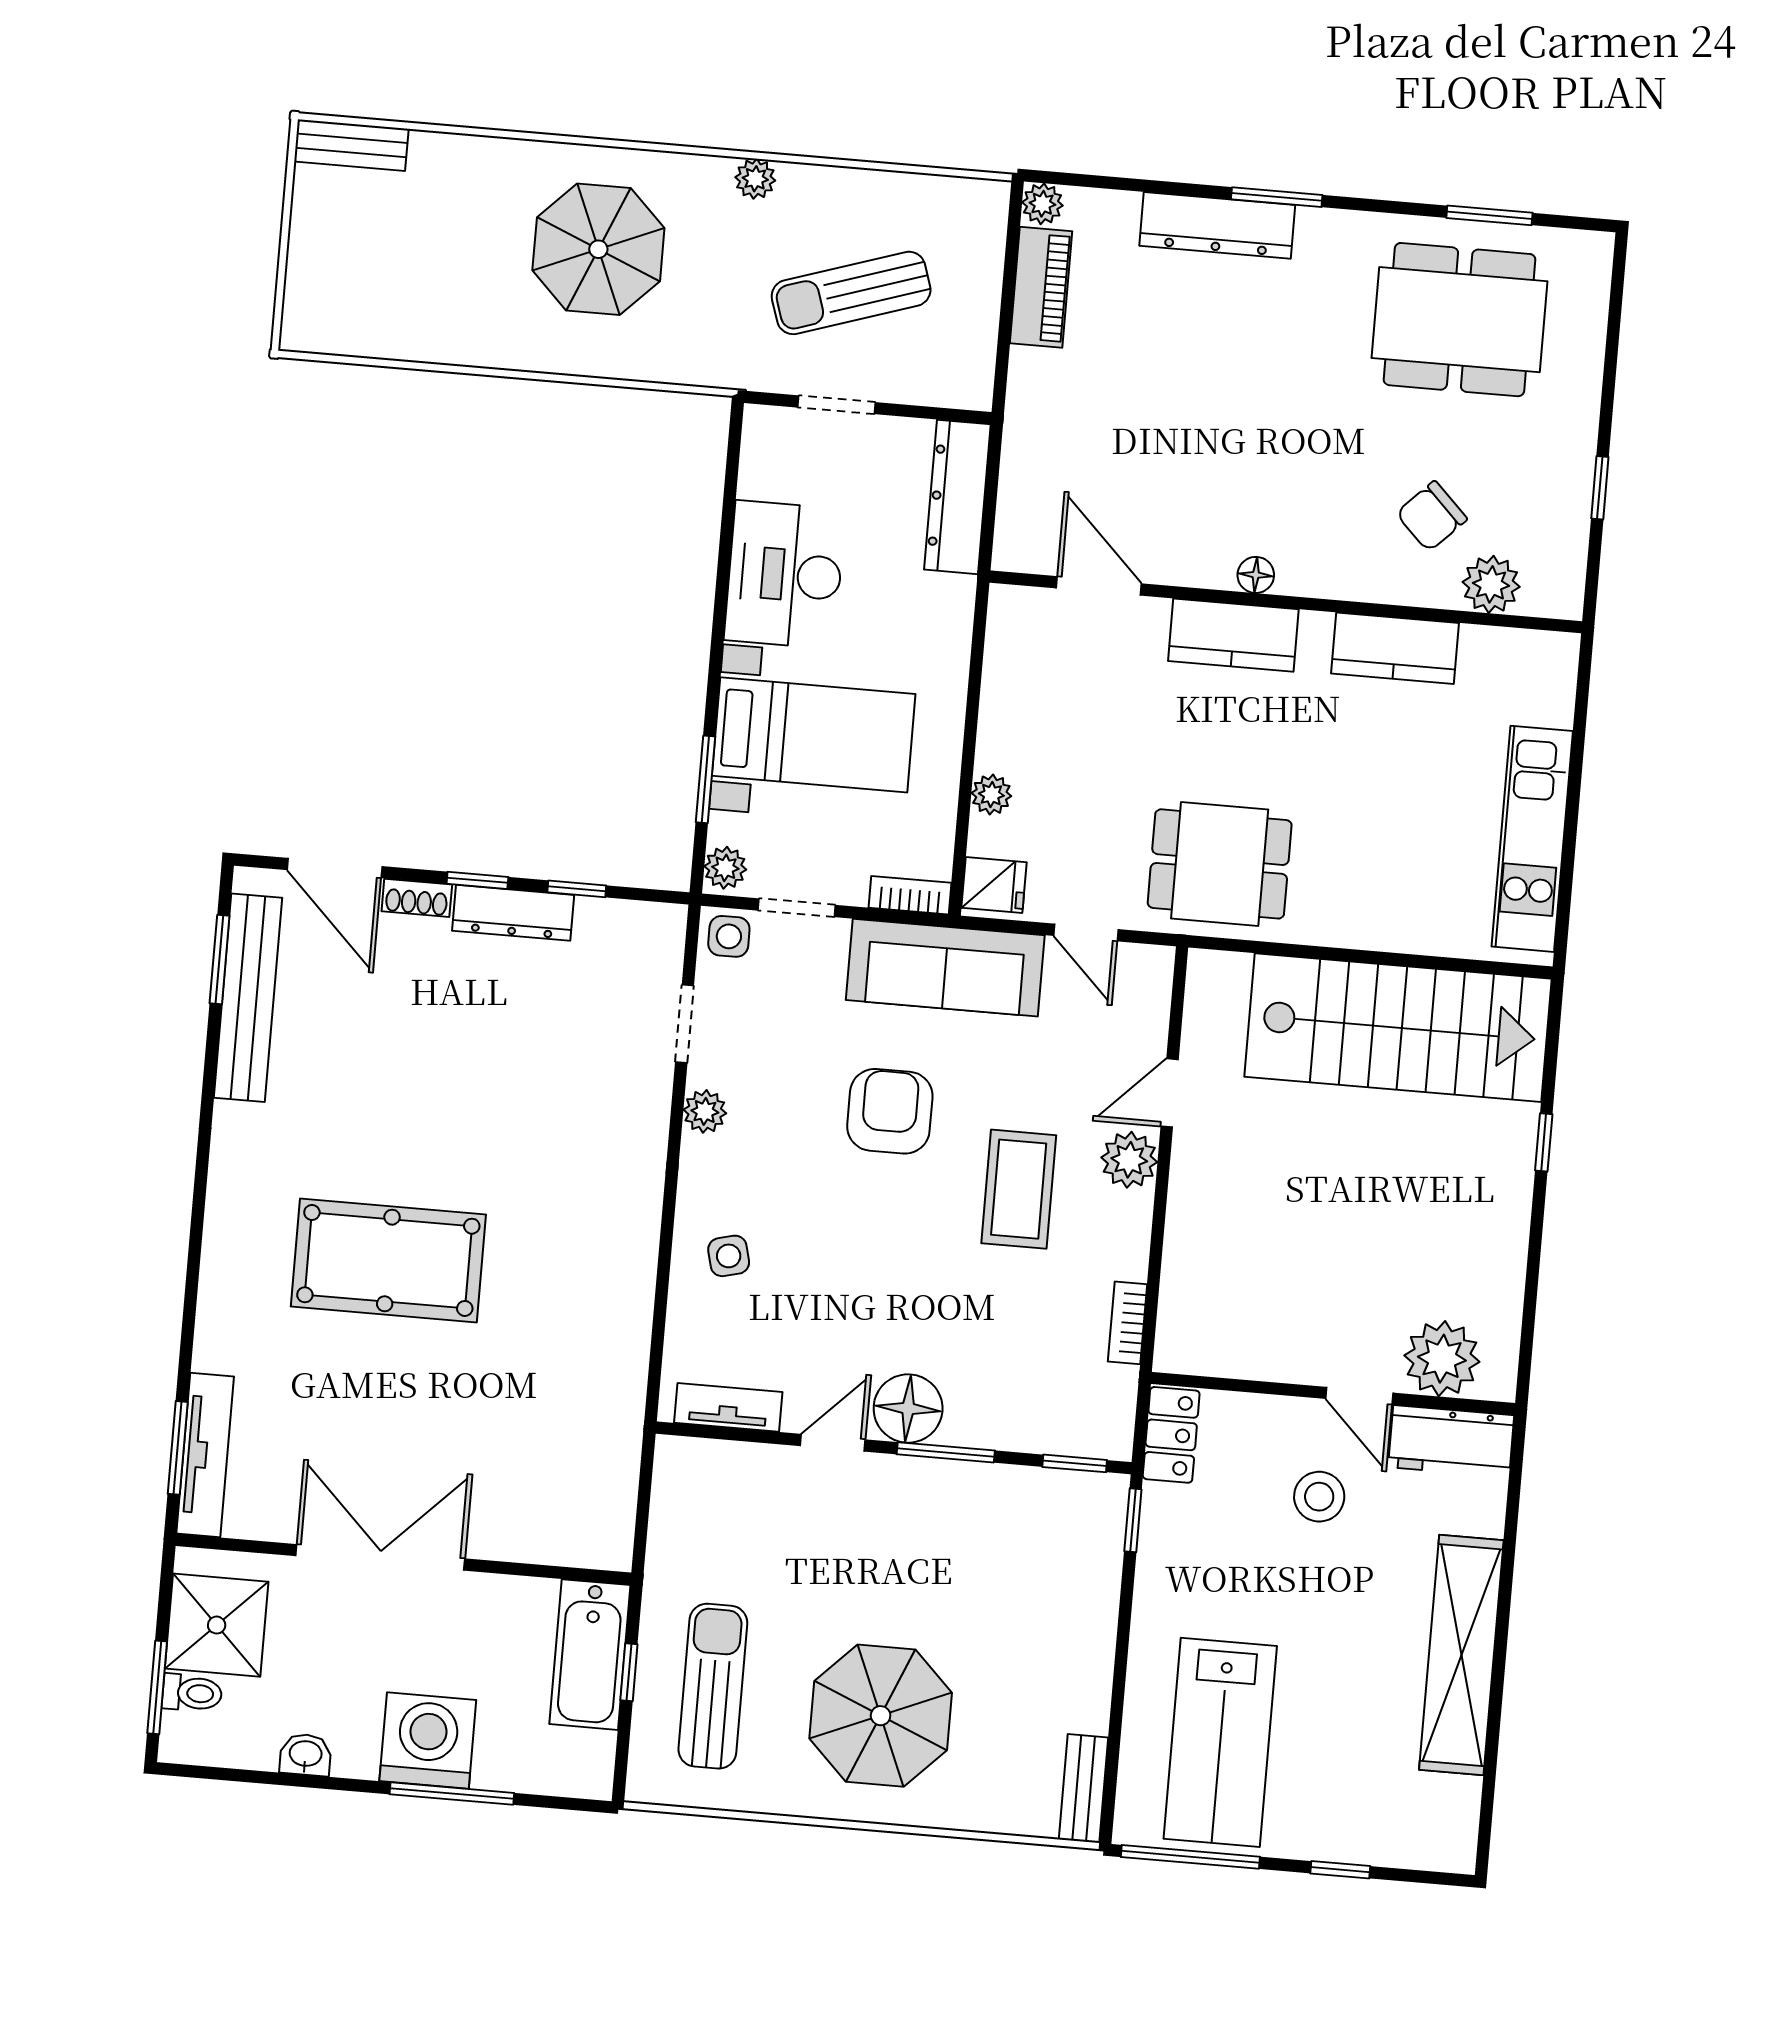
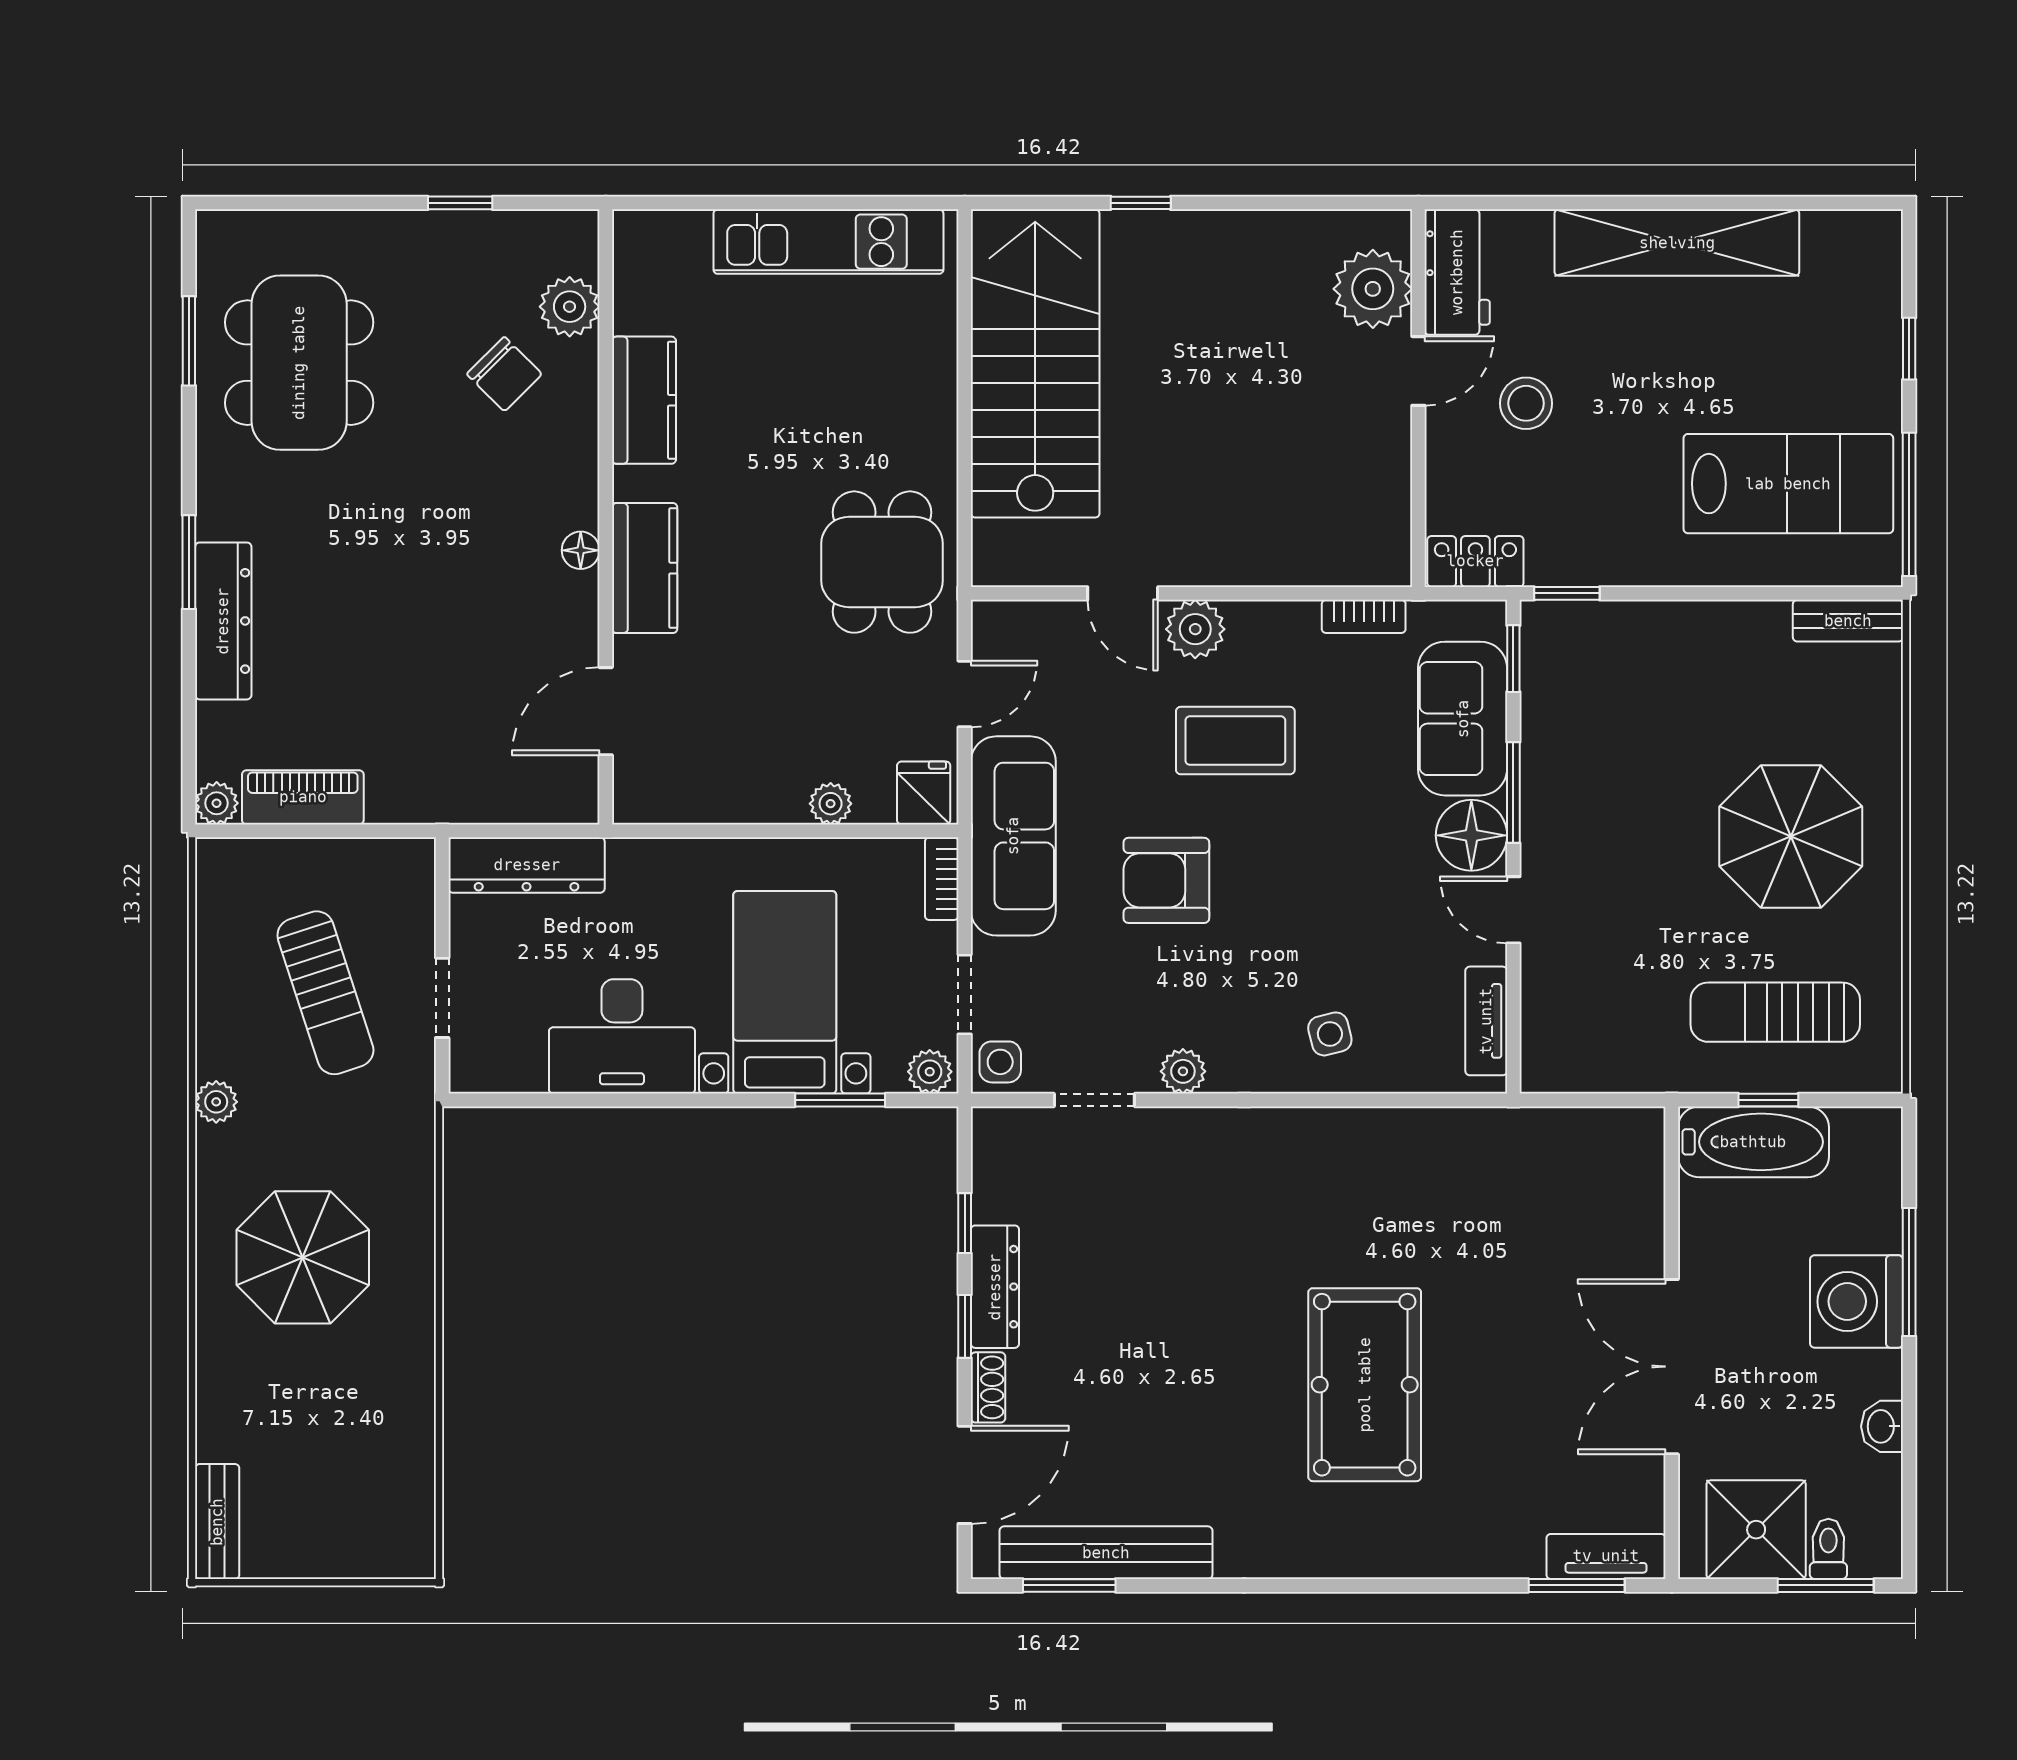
sofa: (1021, 1410) -> (1463, 719), added
tv unit: (205, 1455) -> (1606, 1556), width x0.71

